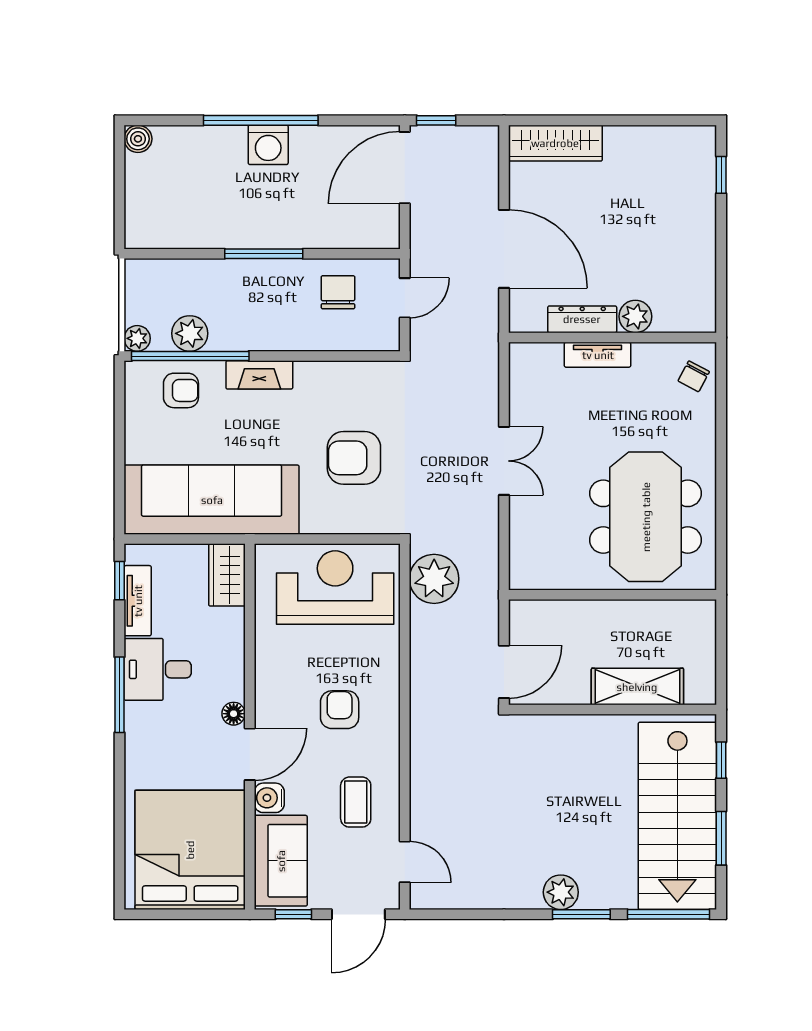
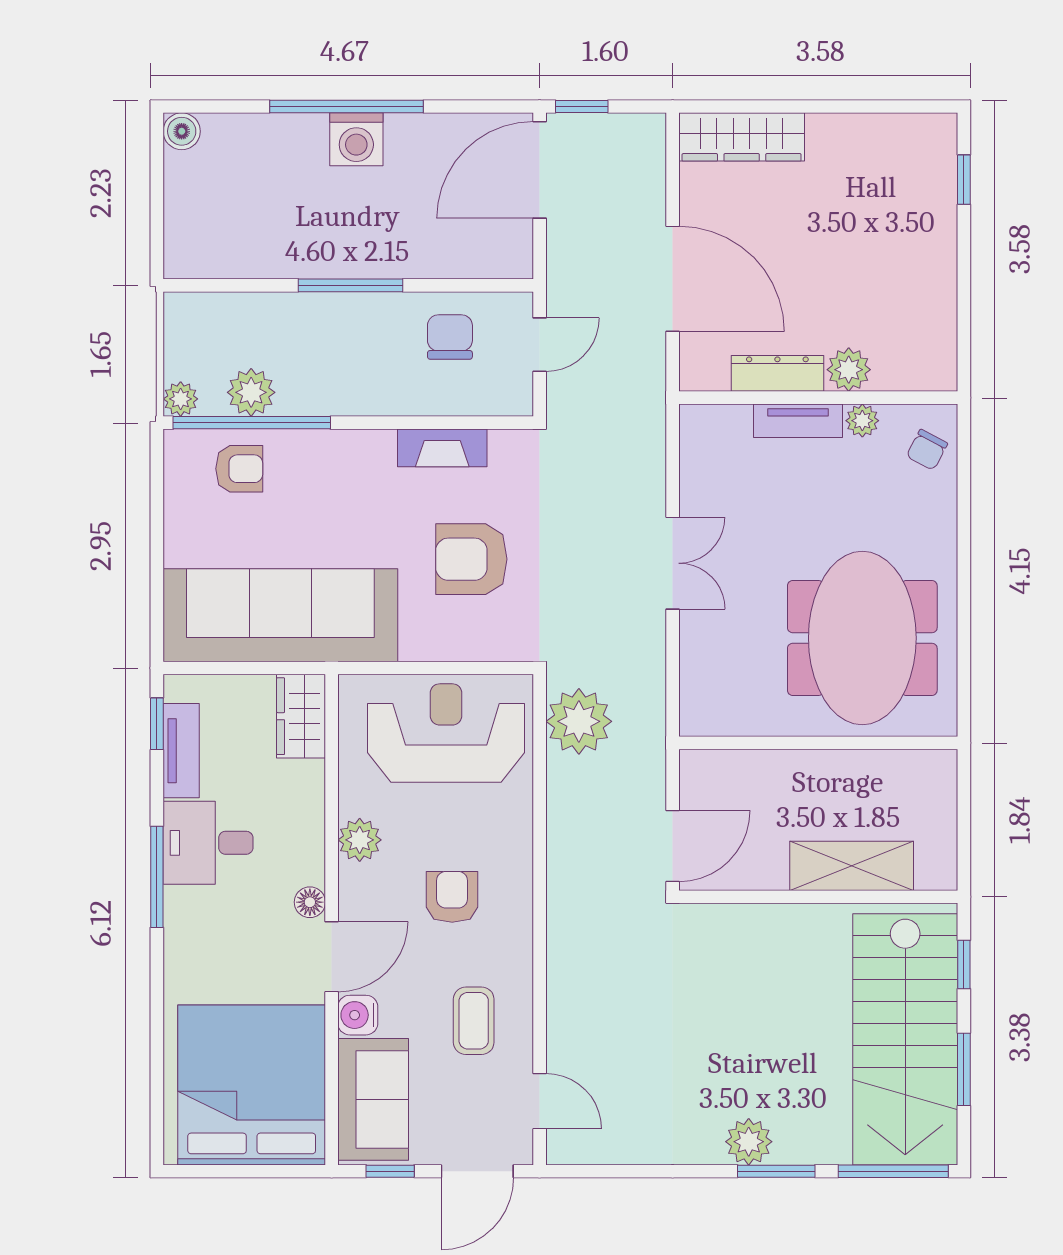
plant: (645, 355) -> (862, 421), added
fireplace: (259, 375) -> (442, 448), moved
plant: (271, 667) -> (360, 840), added

